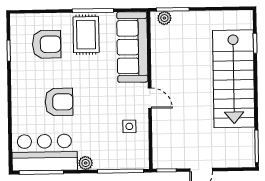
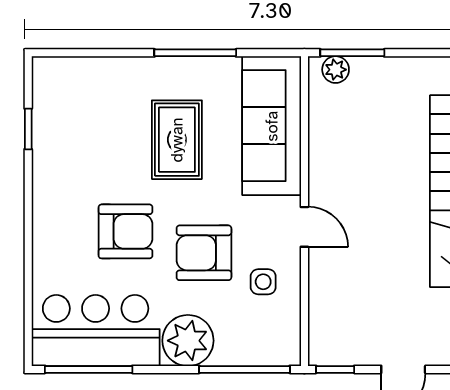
rug: (86, 35) -> (177, 140), moved
armchair: (47, 44) -> (204, 253), moved, turned 180
plant: (86, 163) -> (188, 341), width x1.88, depth x1.88

